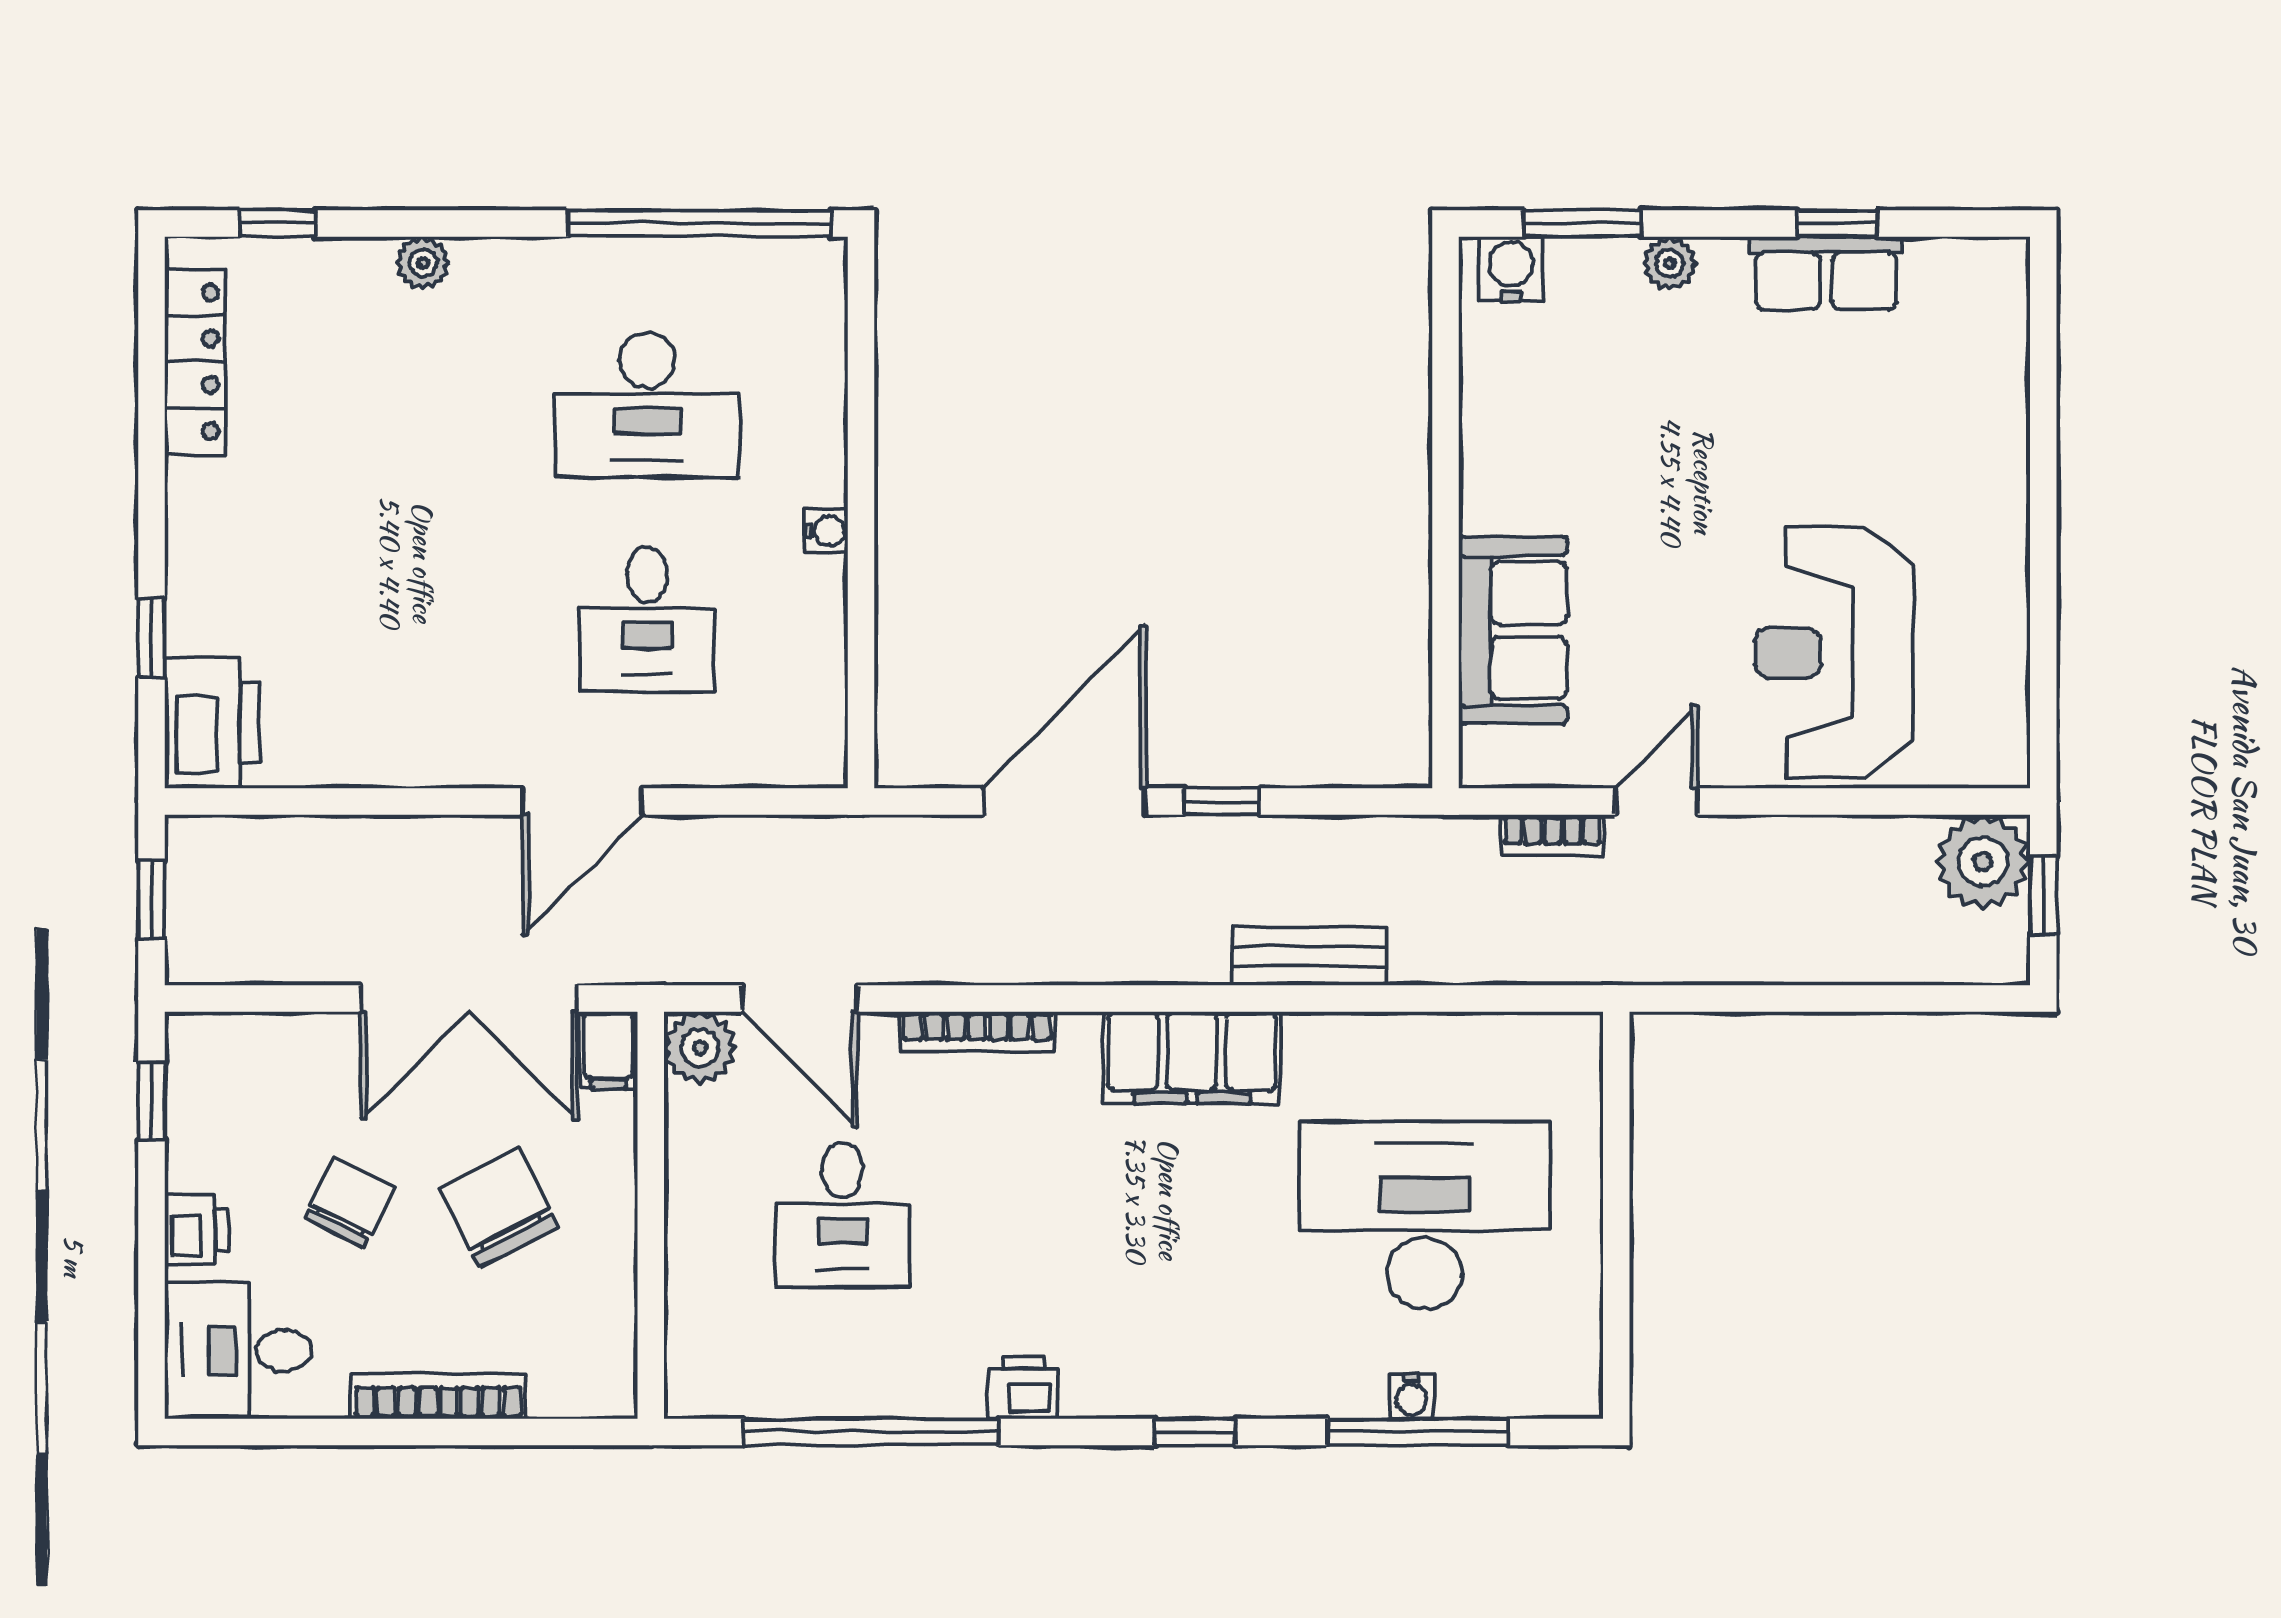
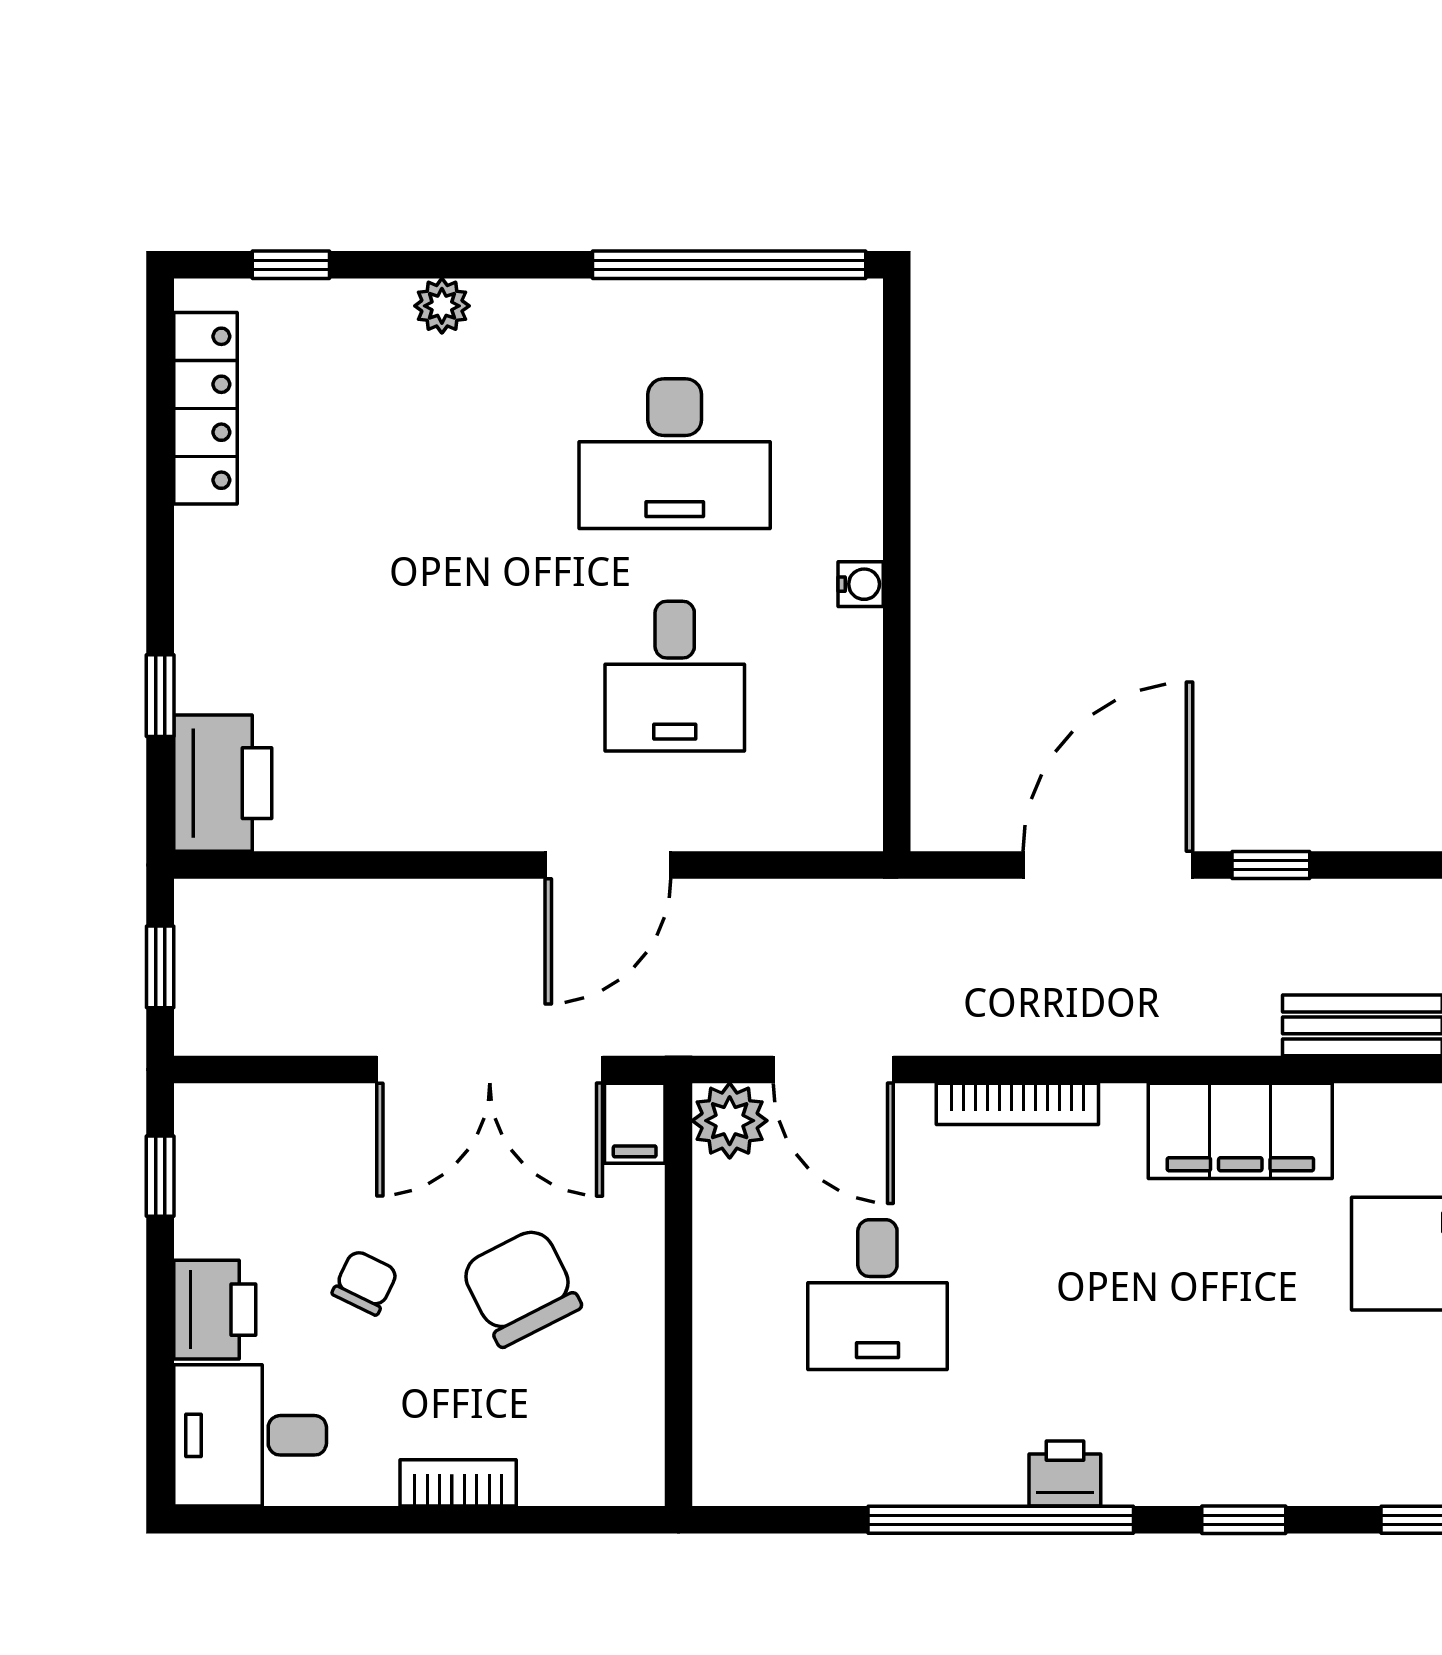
chair: (349, 1203) -> (365, 1282), width x0.73, depth x0.73
printer: (196, 1230) -> (215, 1310), width x1.36, depth x1.24
bookcase: (439, 1396) -> (458, 1483), width x0.64
window: (871, 1432) -> (1001, 1520), moved

